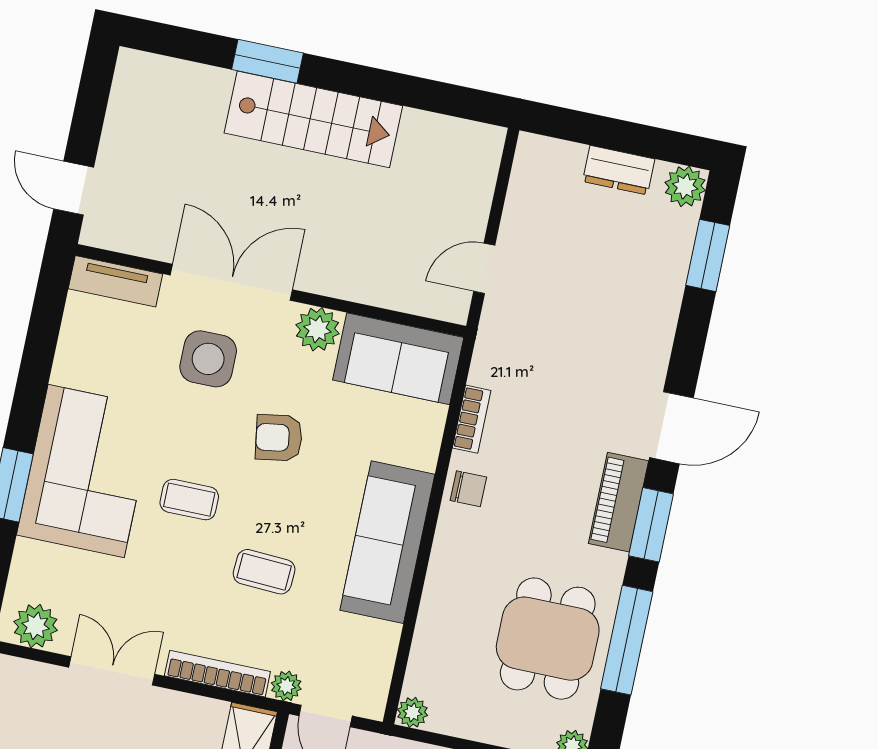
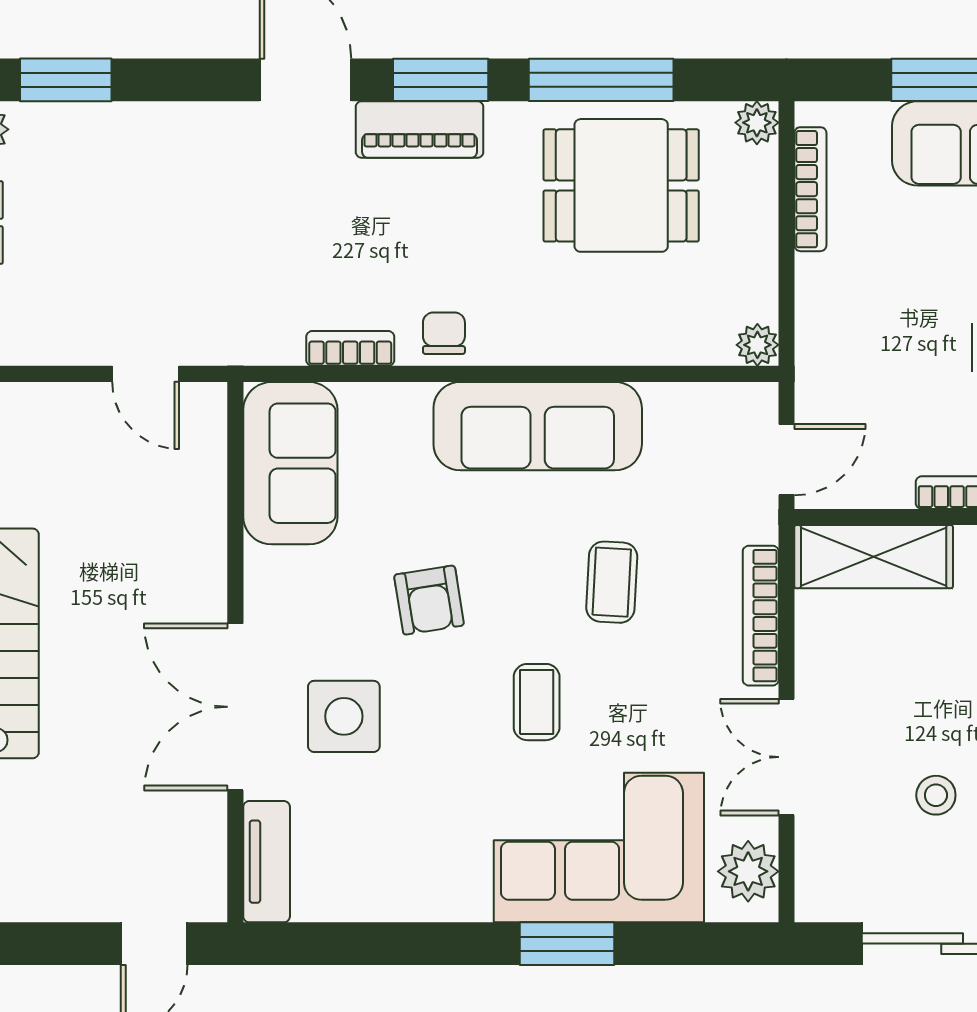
plant: (317, 329) -> (274, 579), removed
corner sofa: (86, 471) -> (599, 848), moved
plant: (286, 686) -> (758, 520), removed

